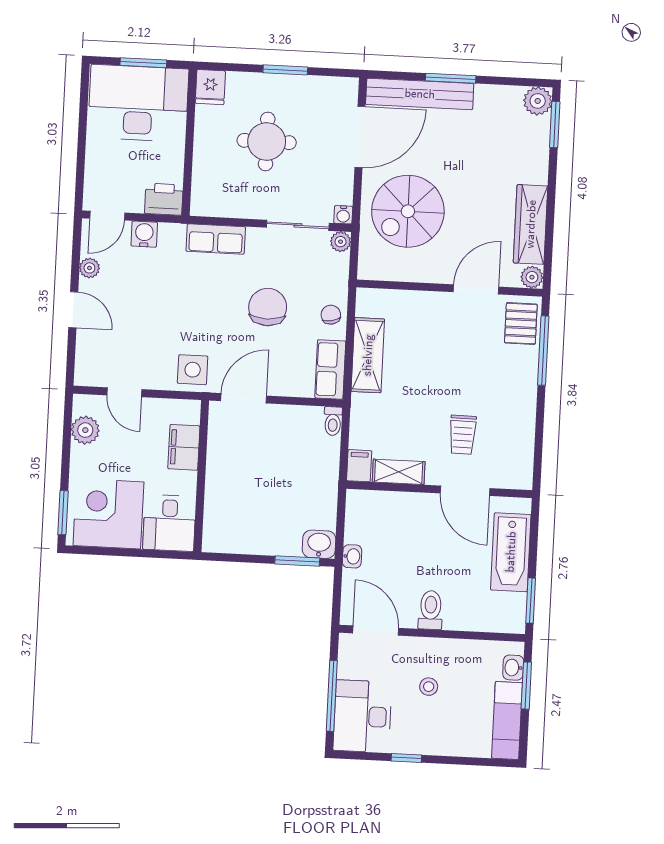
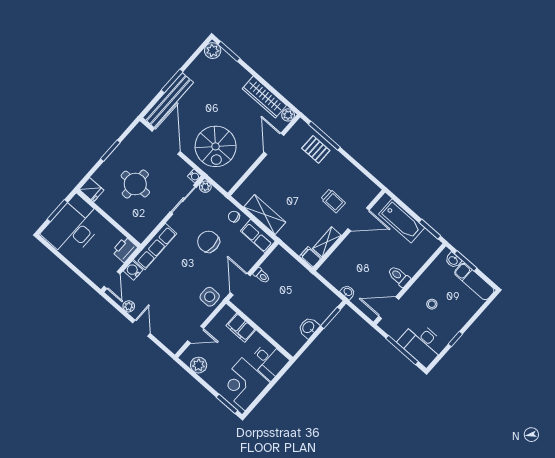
row of seats: (216, 239) -> (155, 246), width x1.48
door: (73, 310) -> (141, 328), hinge flipped
pallet: (521, 324) -> (316, 149), moved
toilet: (333, 421) -> (262, 276), moved
washbasin: (319, 544) -> (309, 327), moved

